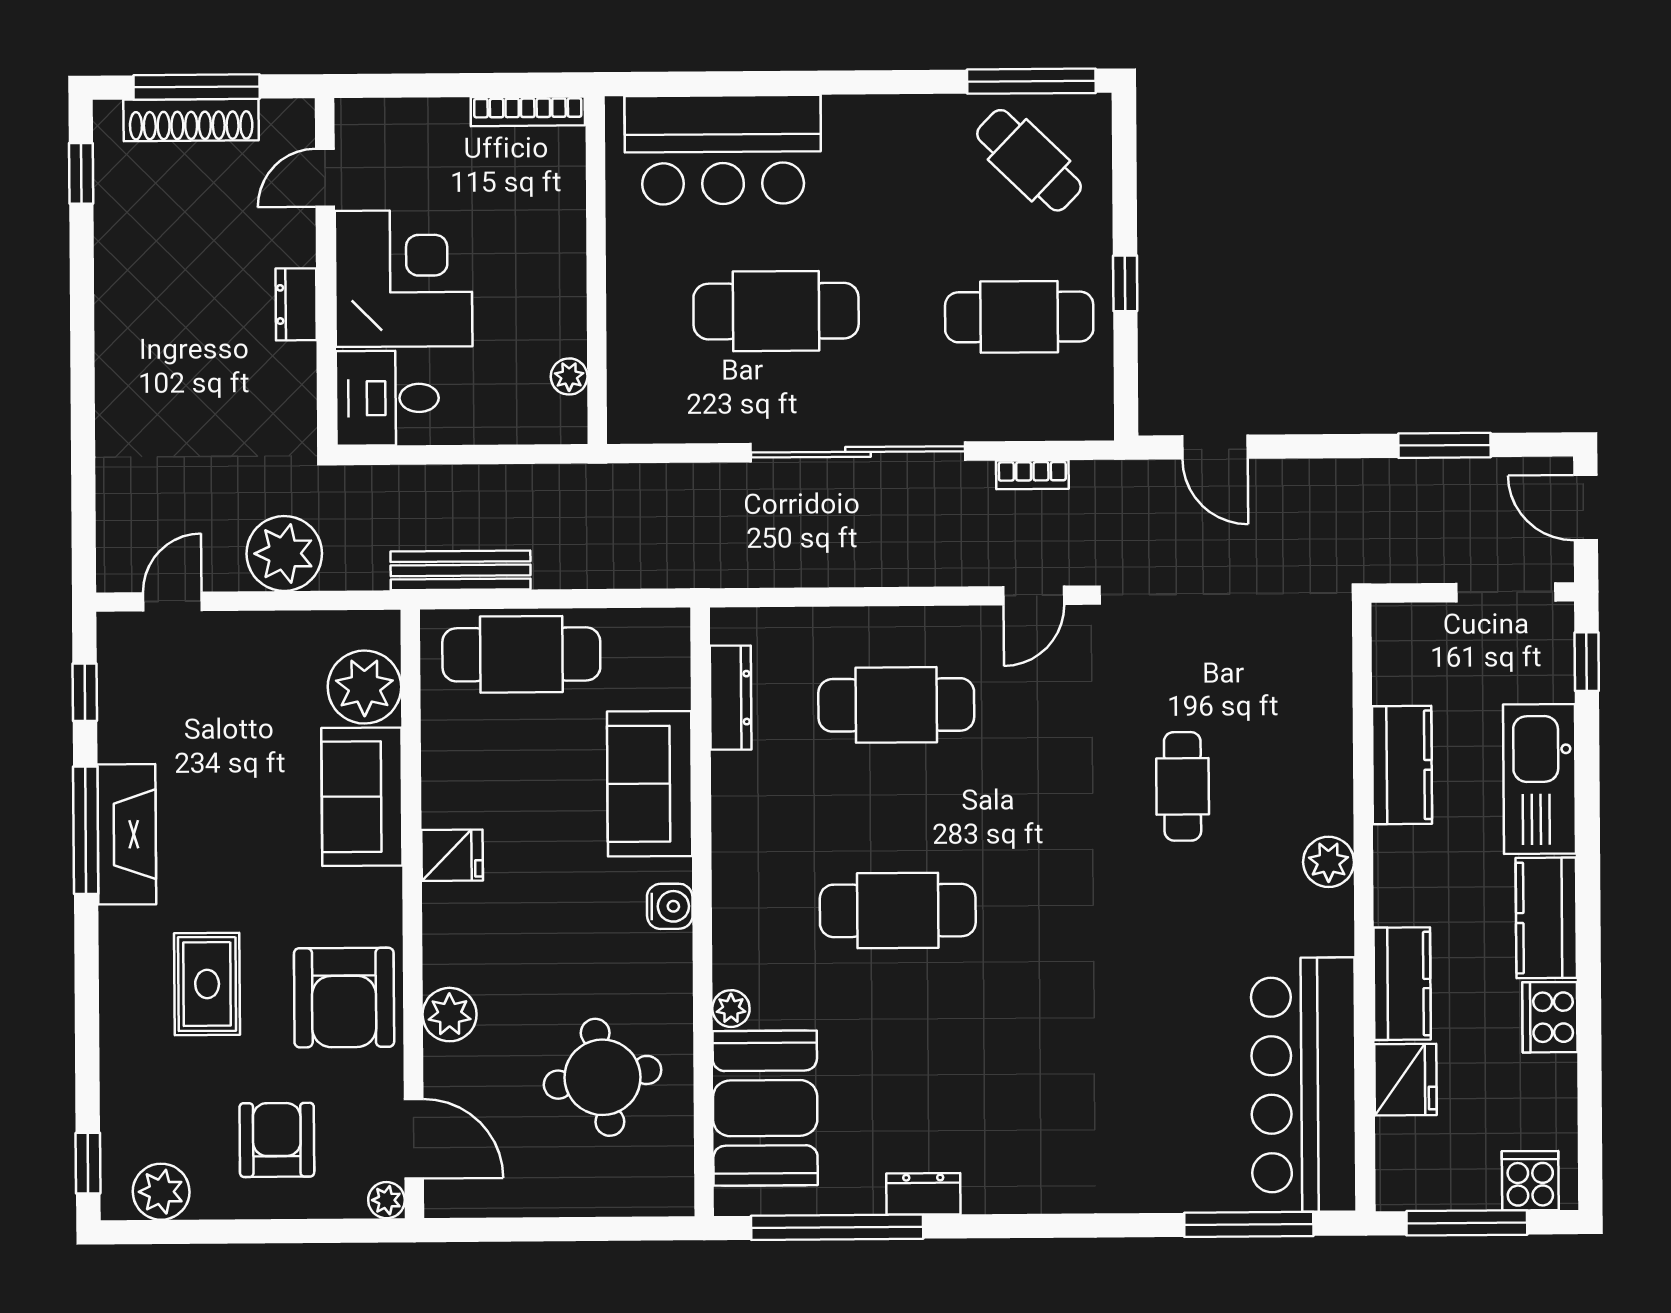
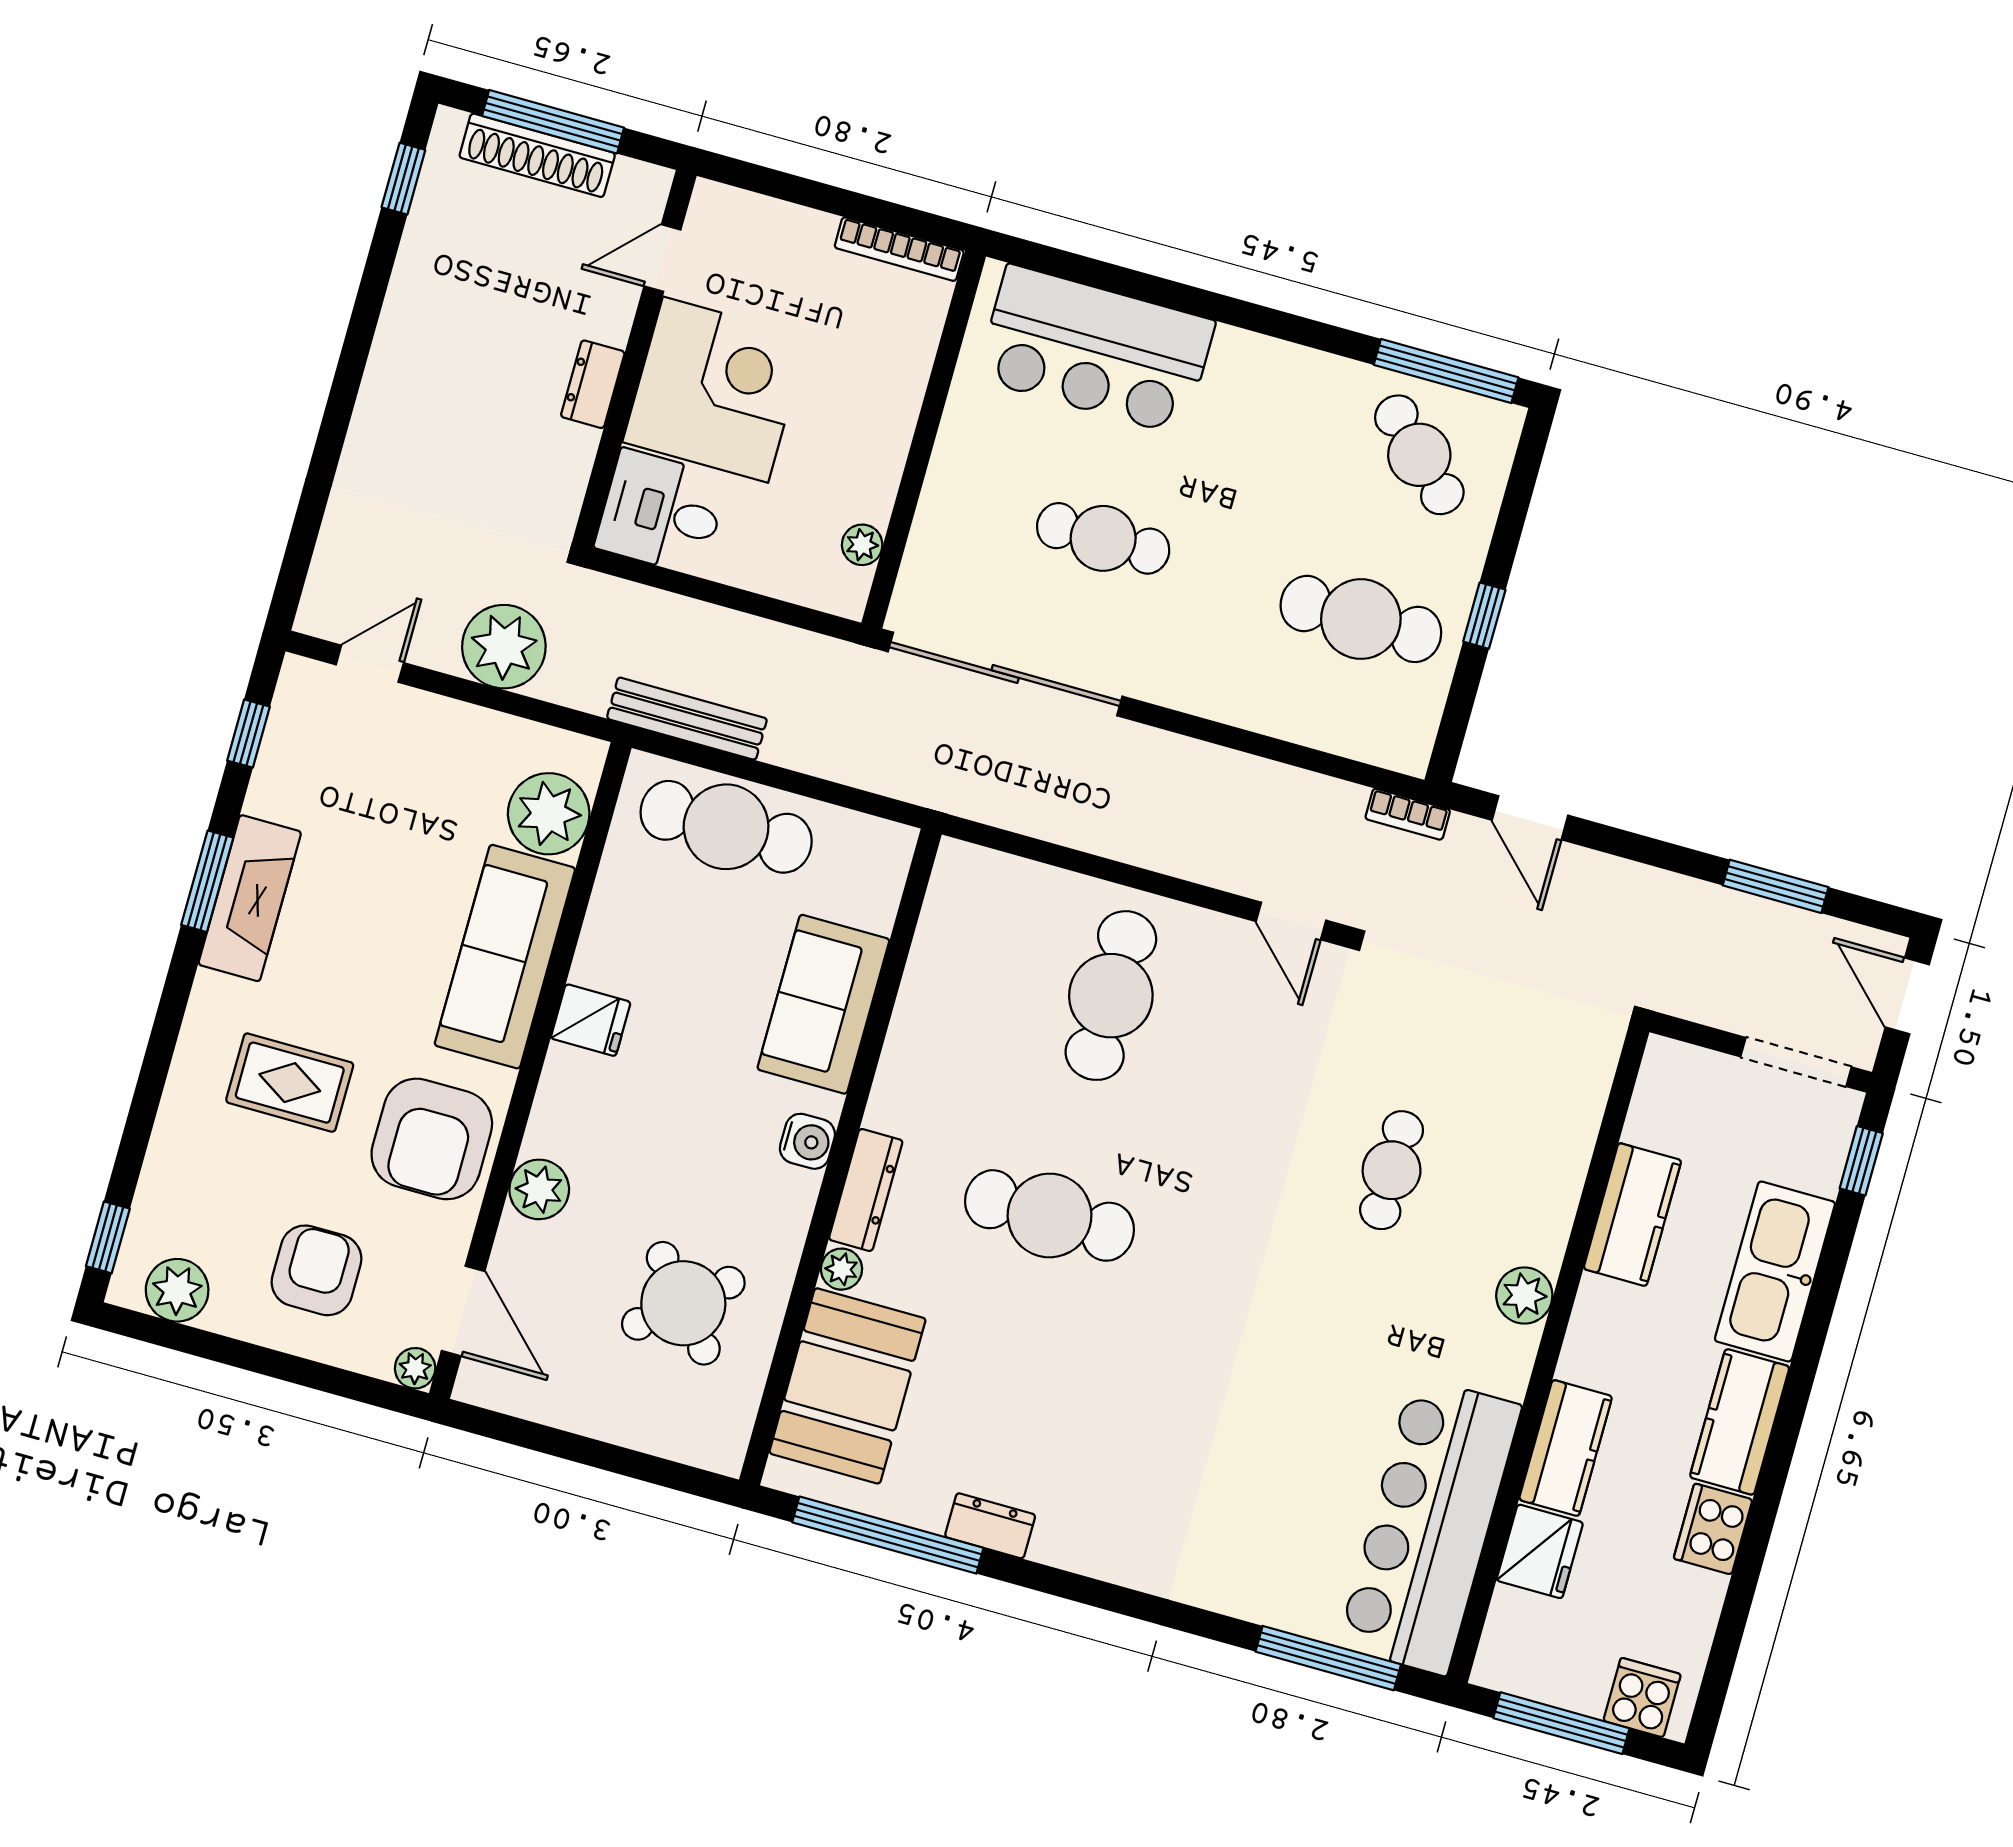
cafe table: (776, 311) -> (1103, 538), width x0.73, depth x0.74
sliding door: (858, 452) -> (1005, 674), moved
bookcase: (1032, 475) -> (1408, 814), moved
door: (1034, 596) -> (1291, 921), hinge flipped
dresser: (731, 698) -> (866, 1190), moved
cafe table: (896, 705) -> (1111, 996), turned 90
sofa: (362, 797) -> (505, 957), width x1.36
window: (86, 830) -> (207, 881), width x0.69
rug: (207, 984) -> (290, 1083), turned 90
round table: (603, 1077) -> (683, 1303), turned -31

